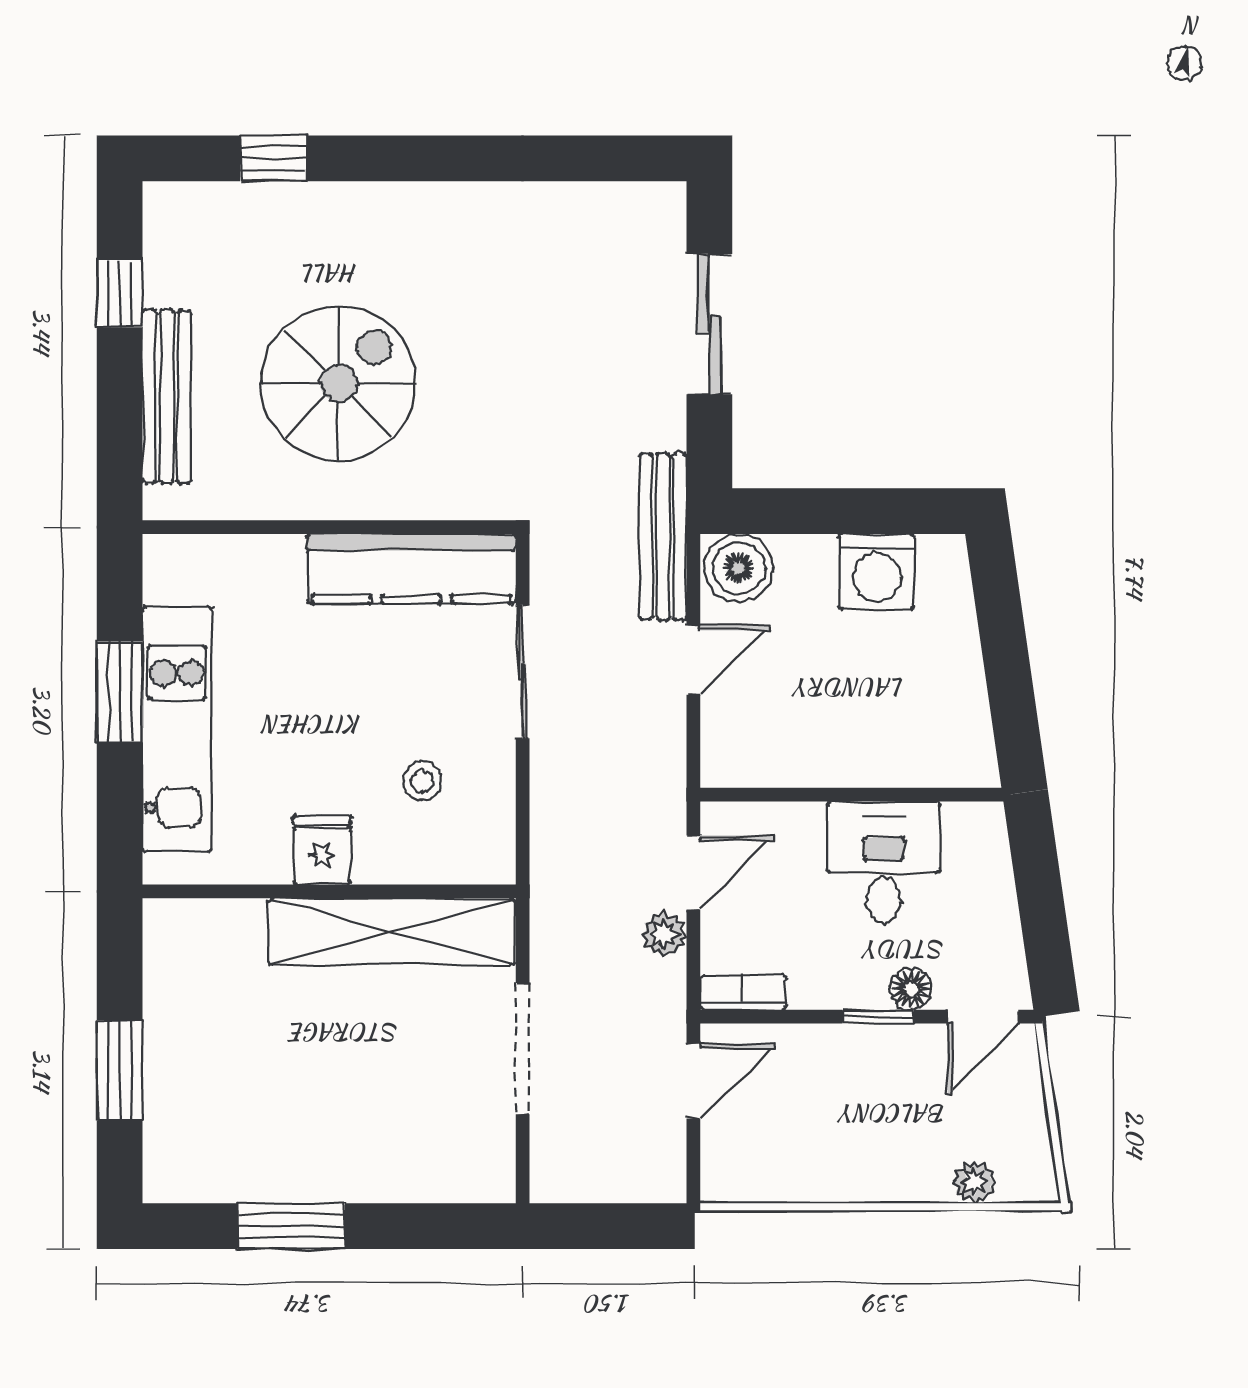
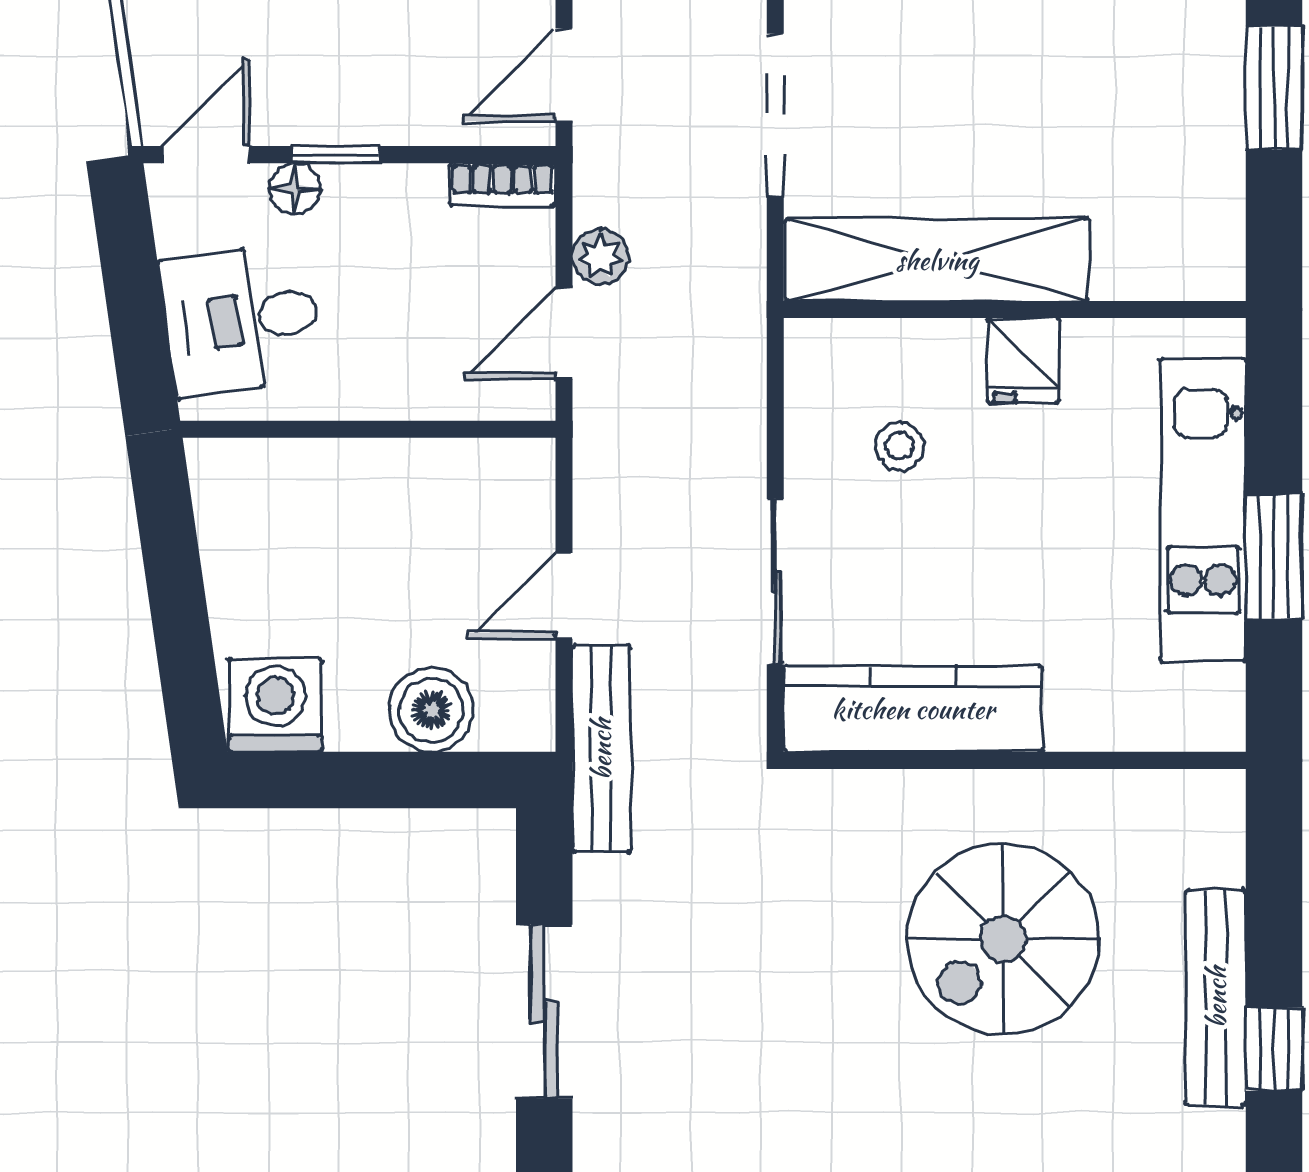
bench: (167, 397) -> (1216, 997), moved
boiler: (738, 568) -> (431, 710), moved
washing machine: (877, 572) -> (275, 705), moved
desk: (883, 862) -> (242, 320), moved, turned 82

